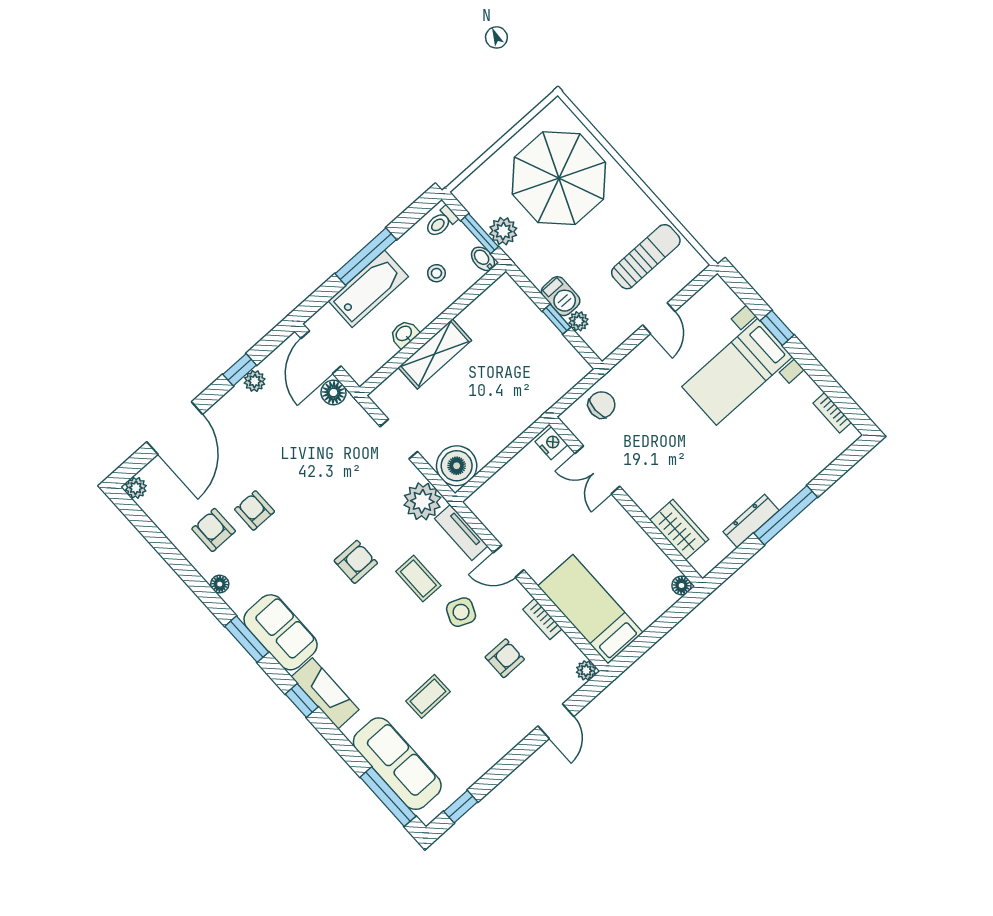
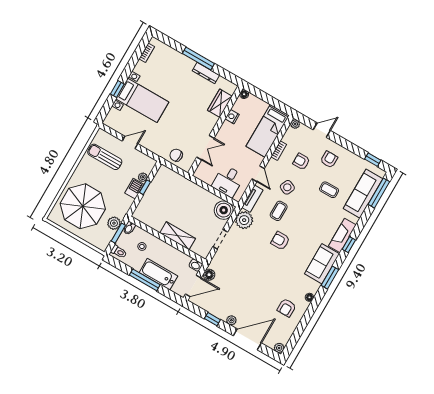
washbasin: (404, 334) -> (196, 265), moved
plant: (255, 381) -> (231, 320), moved
nightstand: (551, 443) -> (232, 117), moved
desk: (513, 494) -> (228, 181), added
armchair: (255, 510) -> (329, 159), moved, turned 180

